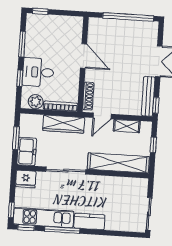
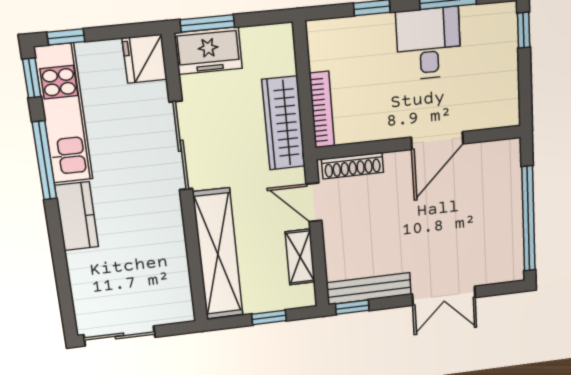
desk: (38, 72) -> (429, 43), moved
plant: (36, 102) -> (324, 52), removed
window: (16, 138) -> (207, 23), moved

